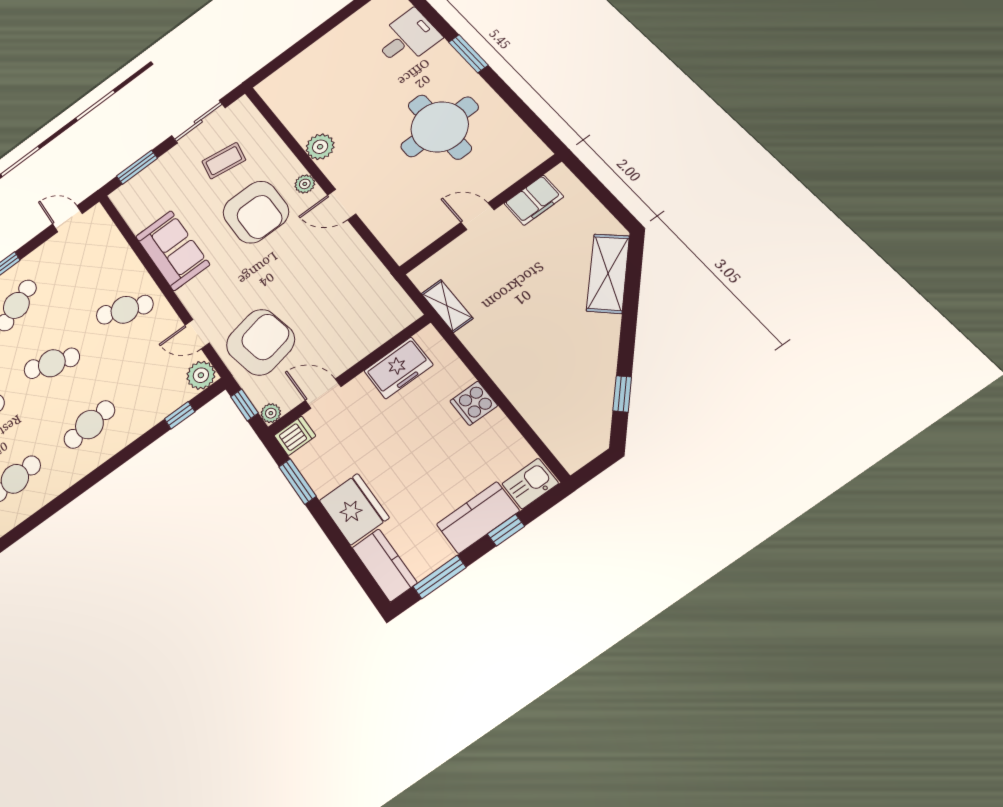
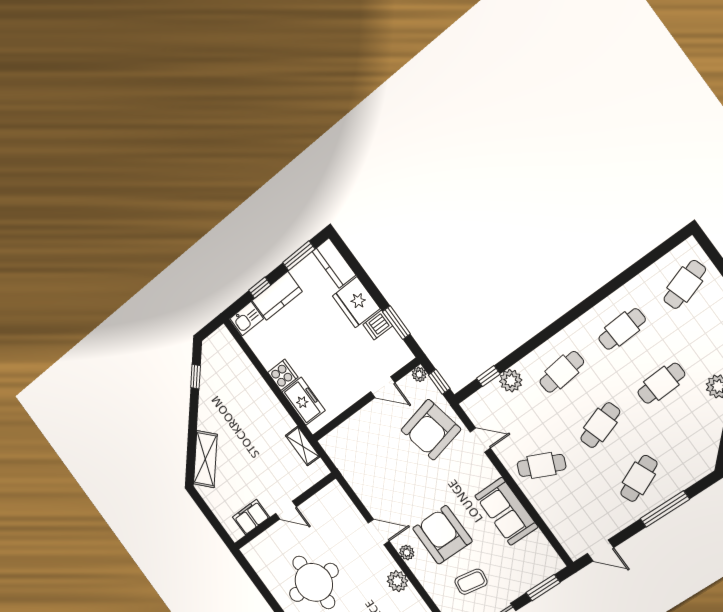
cafe table: (52, 363) -> (600, 425), turned -39
freezer: (398, 368) -> (304, 401), moved, turned 90
plant: (201, 375) -> (511, 381), moved
dishwasher: (295, 436) -> (378, 325), moved

